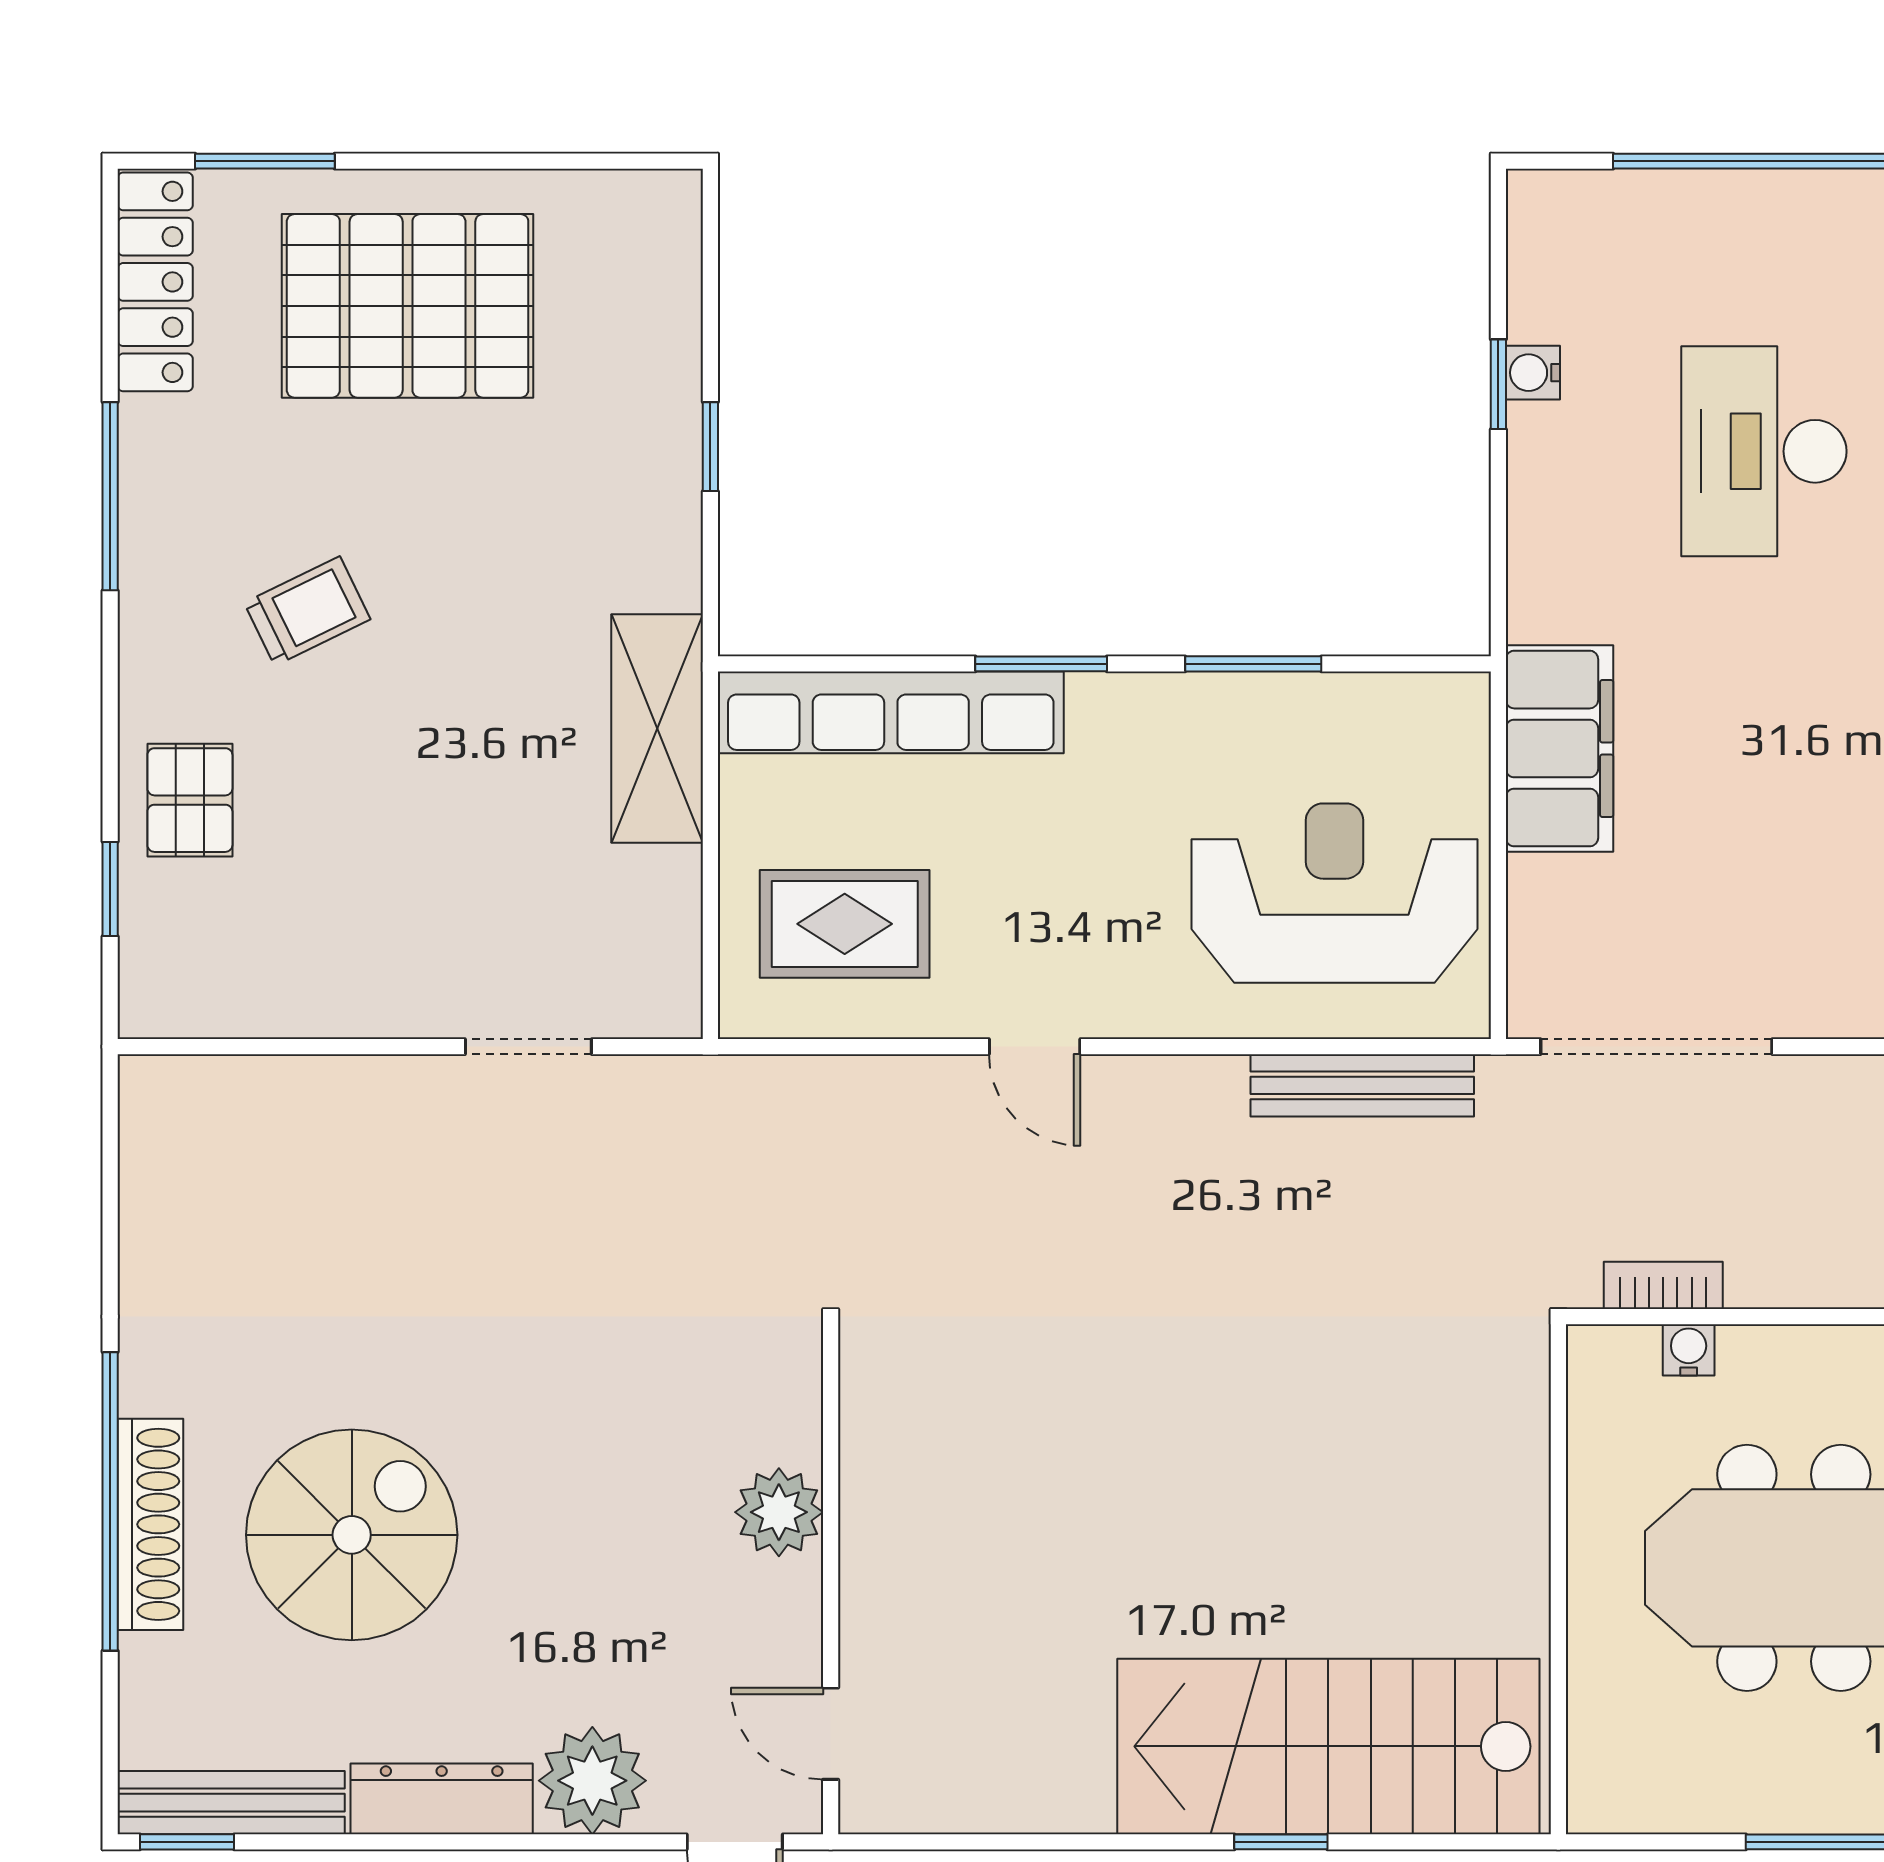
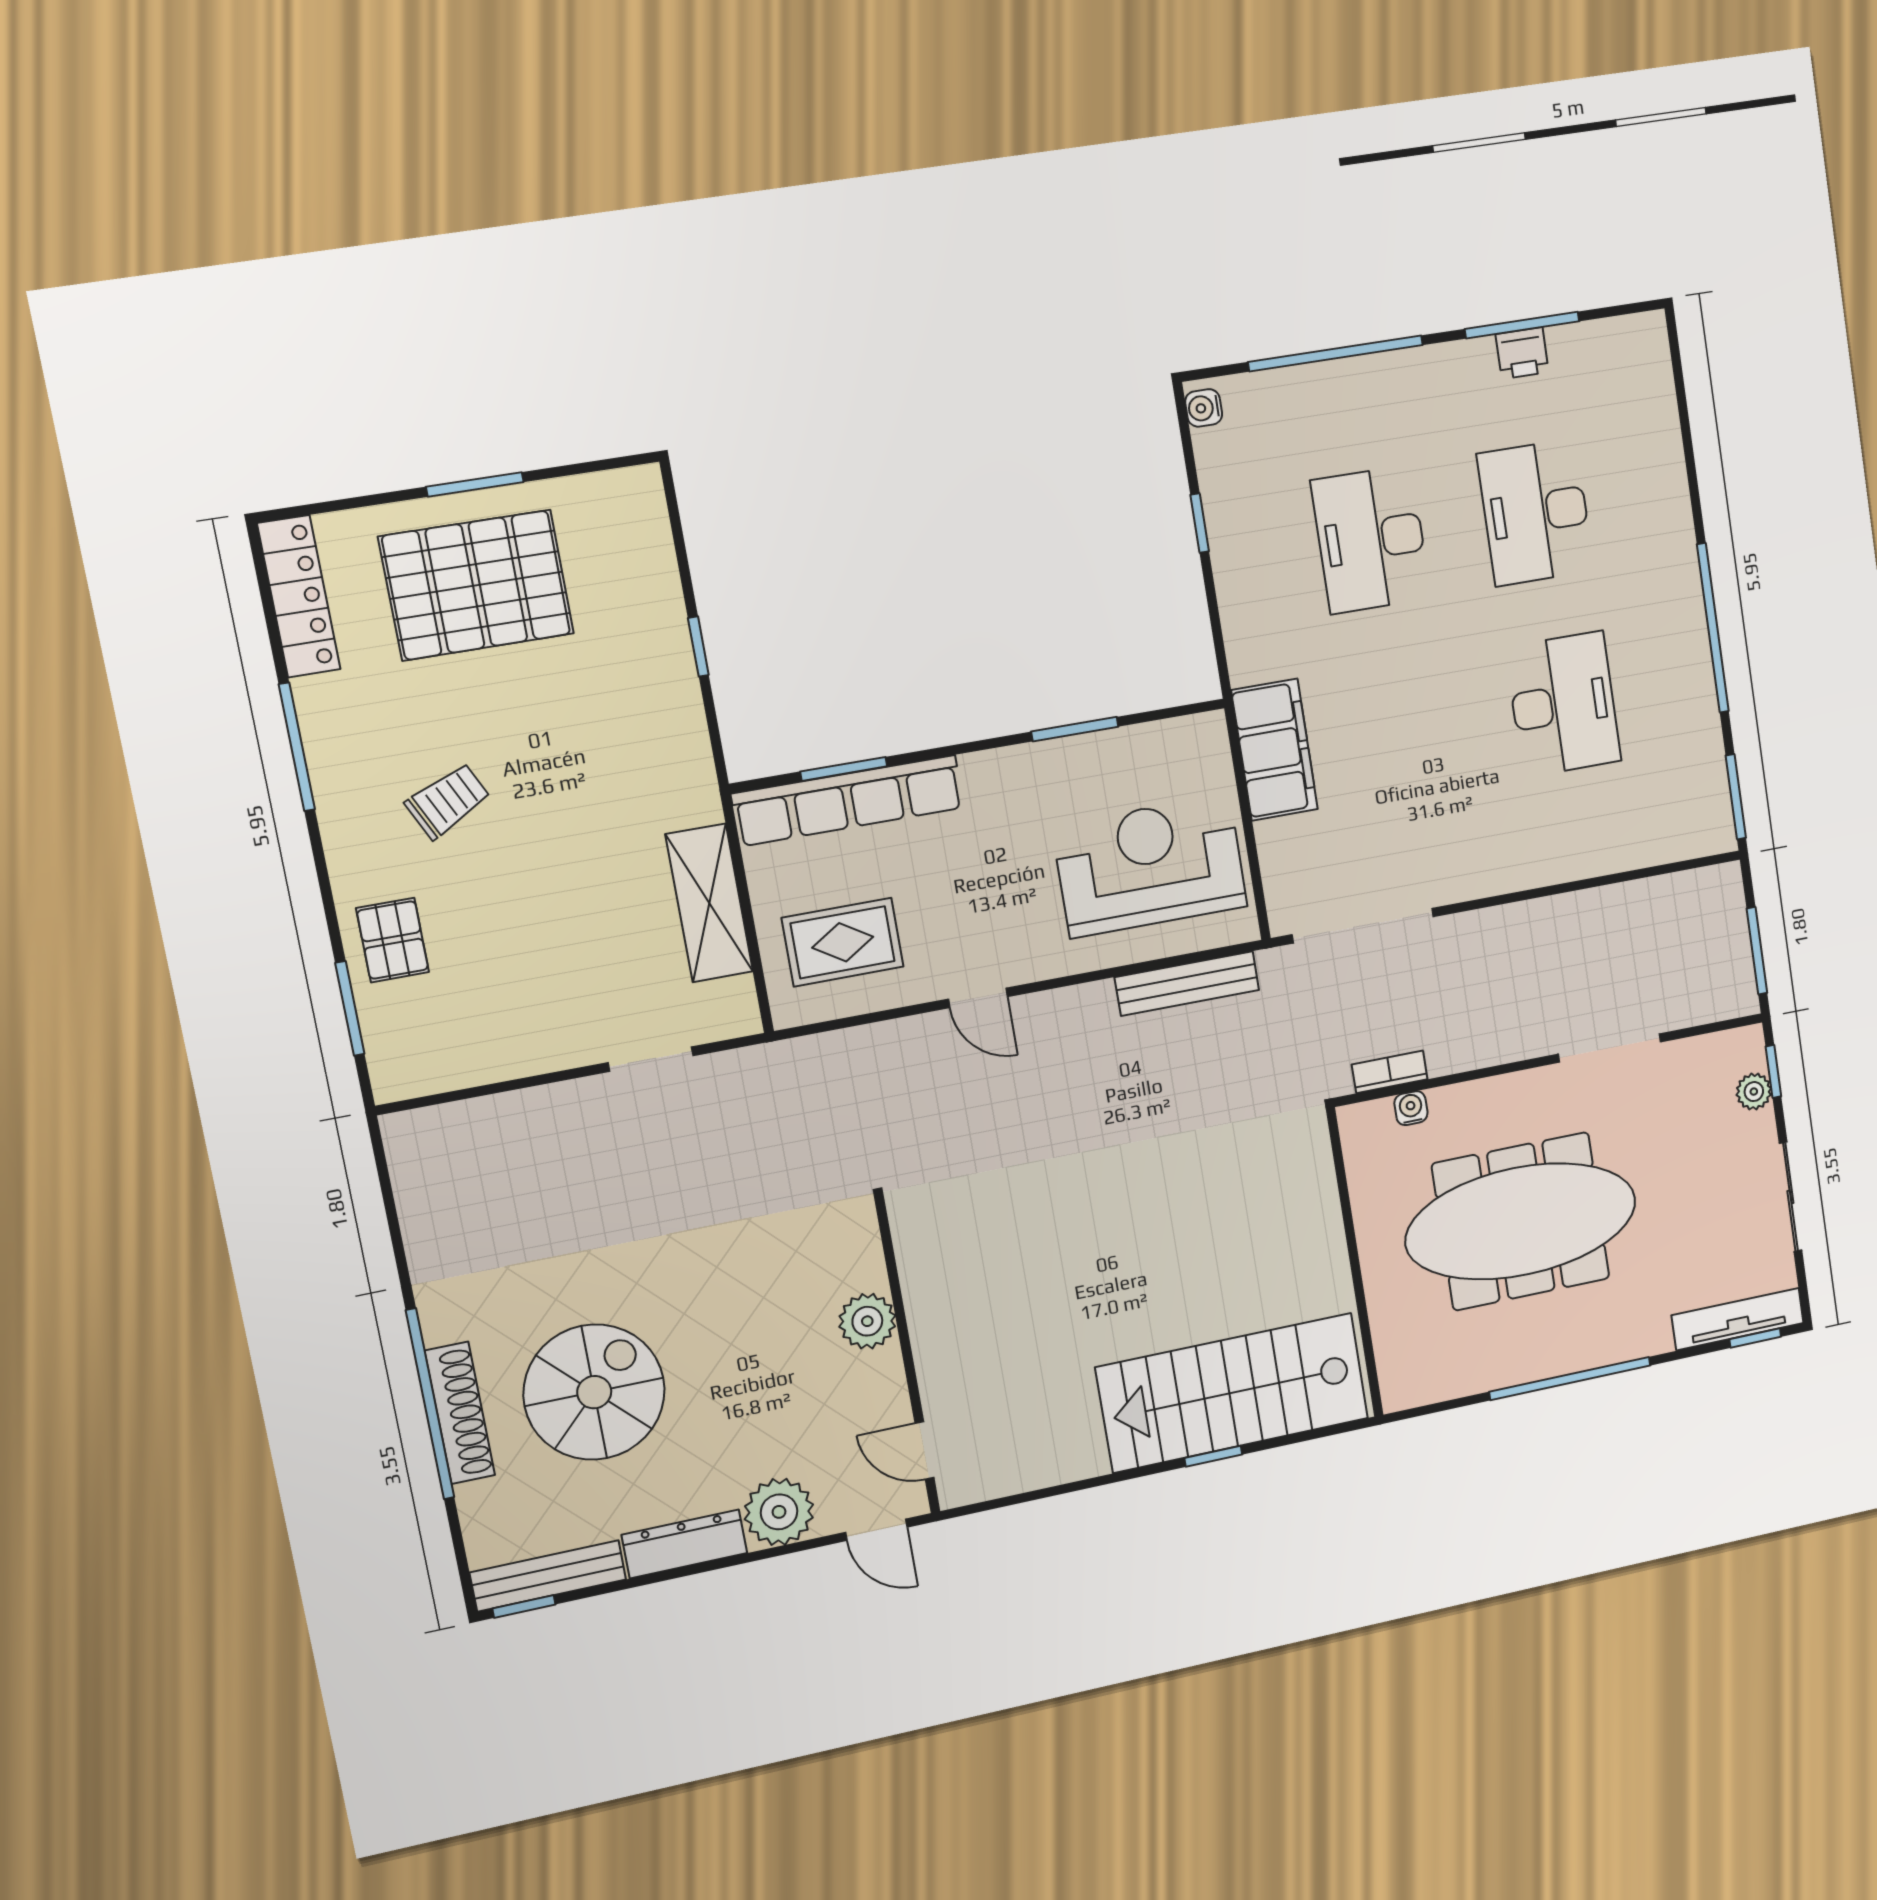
window: (265, 161) -> (475, 484), moved
water cooler: (1533, 373) -> (1204, 408), moved
window: (1041, 664) -> (844, 769), moved
shelving: (657, 729) -> (709, 903), moved
window: (110, 889) -> (350, 1008), width x1.50

